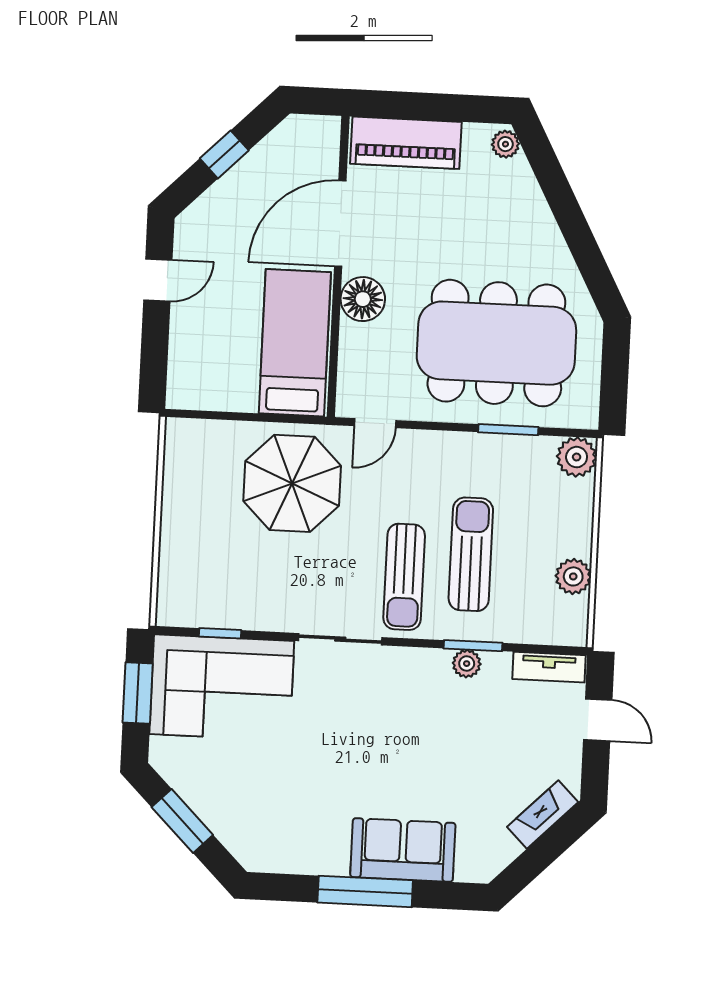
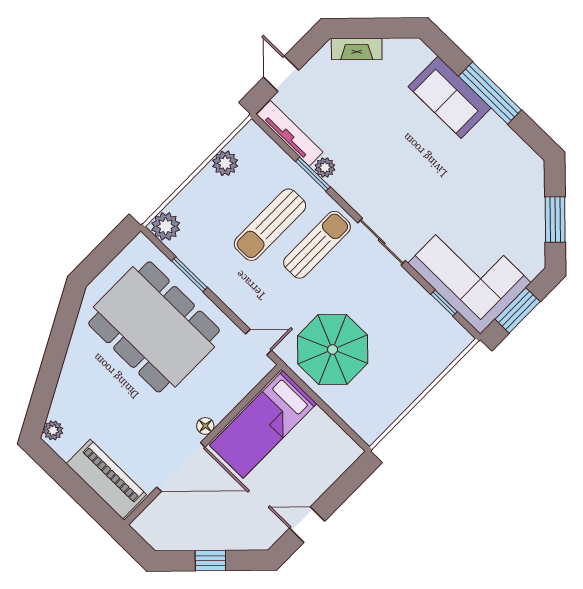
floor lamp: (363, 299) -> (205, 426), width x0.53, depth x0.53
tv unit: (549, 667) -> (290, 133), width x1.41

